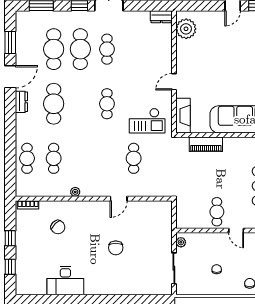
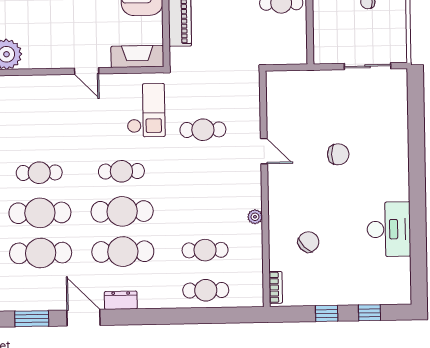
cafe table: (80, 104) -> (122, 211), added
plant: (181, 242) -> (328, 56), removed

